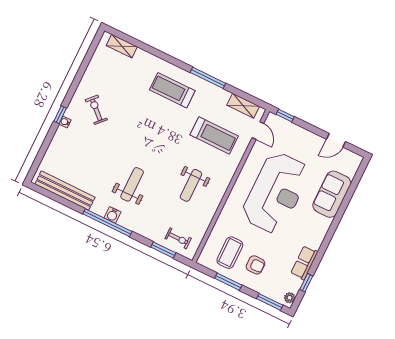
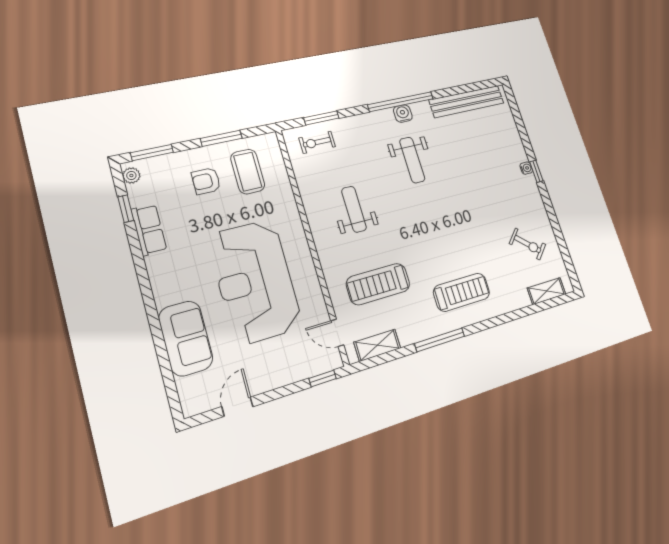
exercise bike: (96, 110) -> (528, 244), moved

